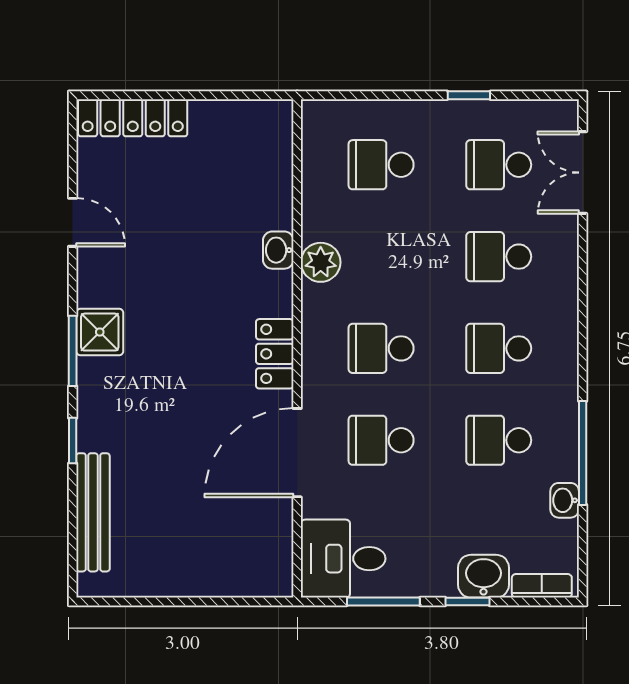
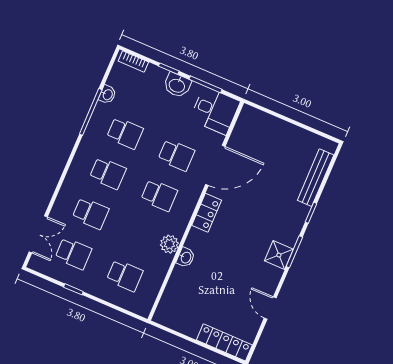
washbasin: (483, 576) -> (177, 85), moved

